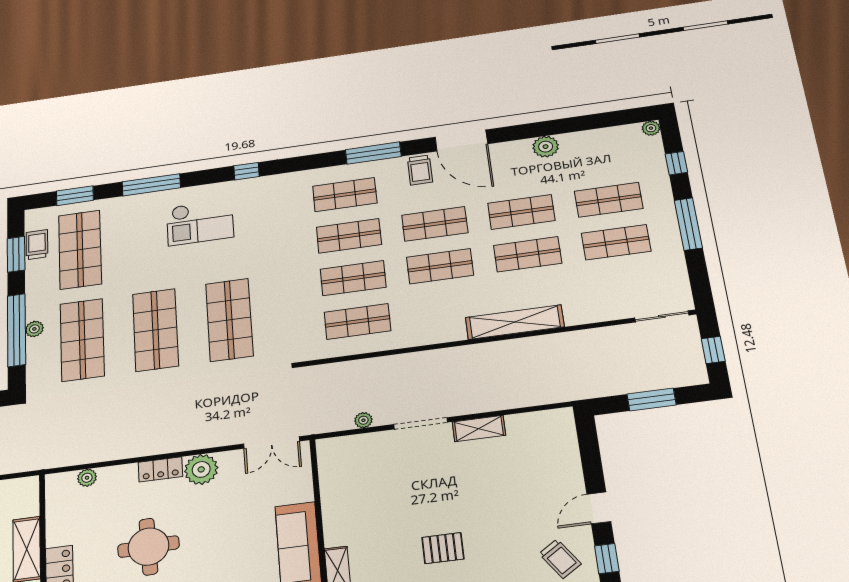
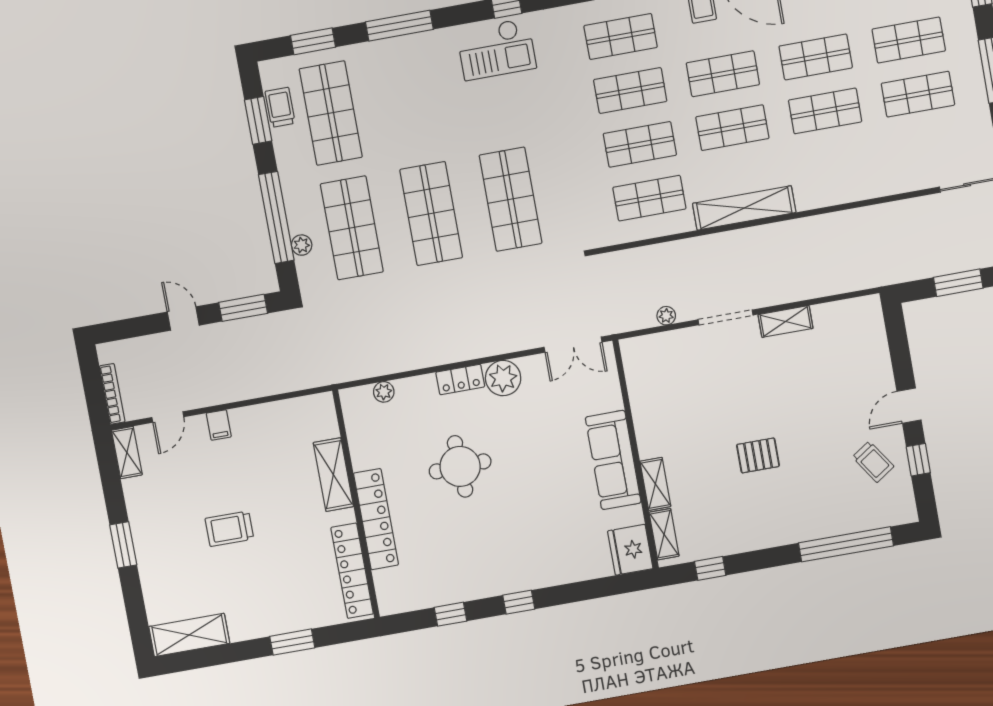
checkout: (200, 222) -> (496, 49), moved
shelving: (515, 322) -> (744, 208), moved
plant: (34, 329) -> (302, 245), moved

